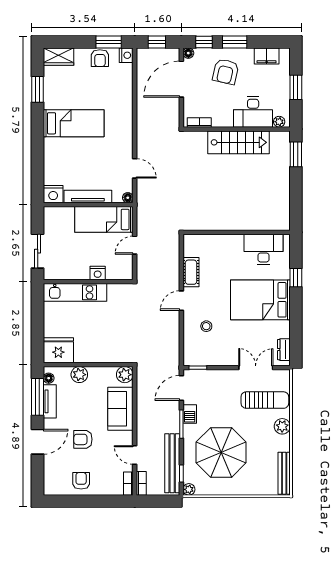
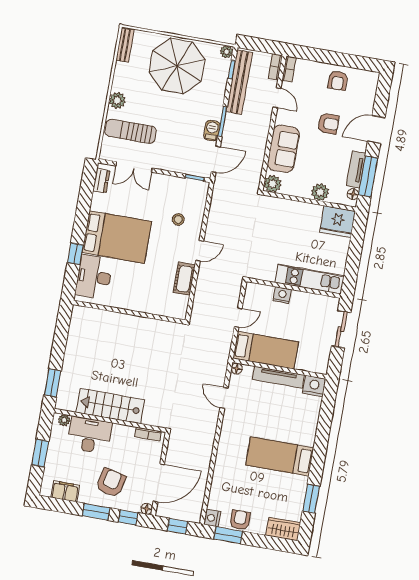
desk: (263, 249) -> (94, 277), moved, turned 90
parasol: (221, 452) -> (177, 66), moved
bench: (284, 473) -> (125, 45), width x0.73

